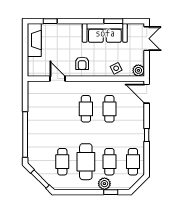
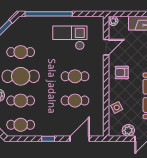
plant: (138, 70) -> (128, 130), moved
plant: (32, 72) -> (113, 21), added
door: (147, 94) -> (80, 139), moved
checkout: (48, 114) -> (70, 38), added

